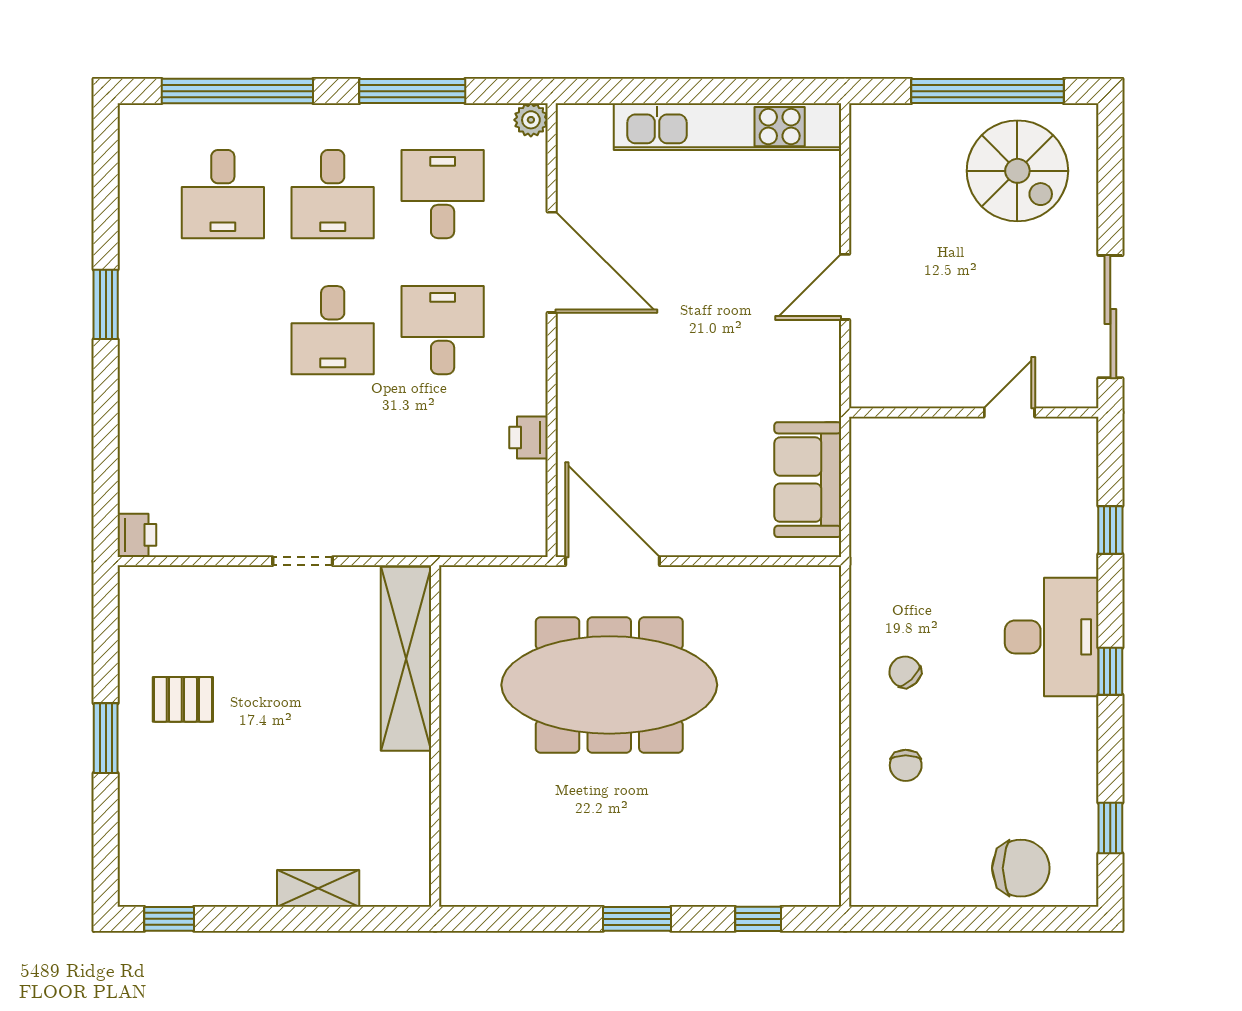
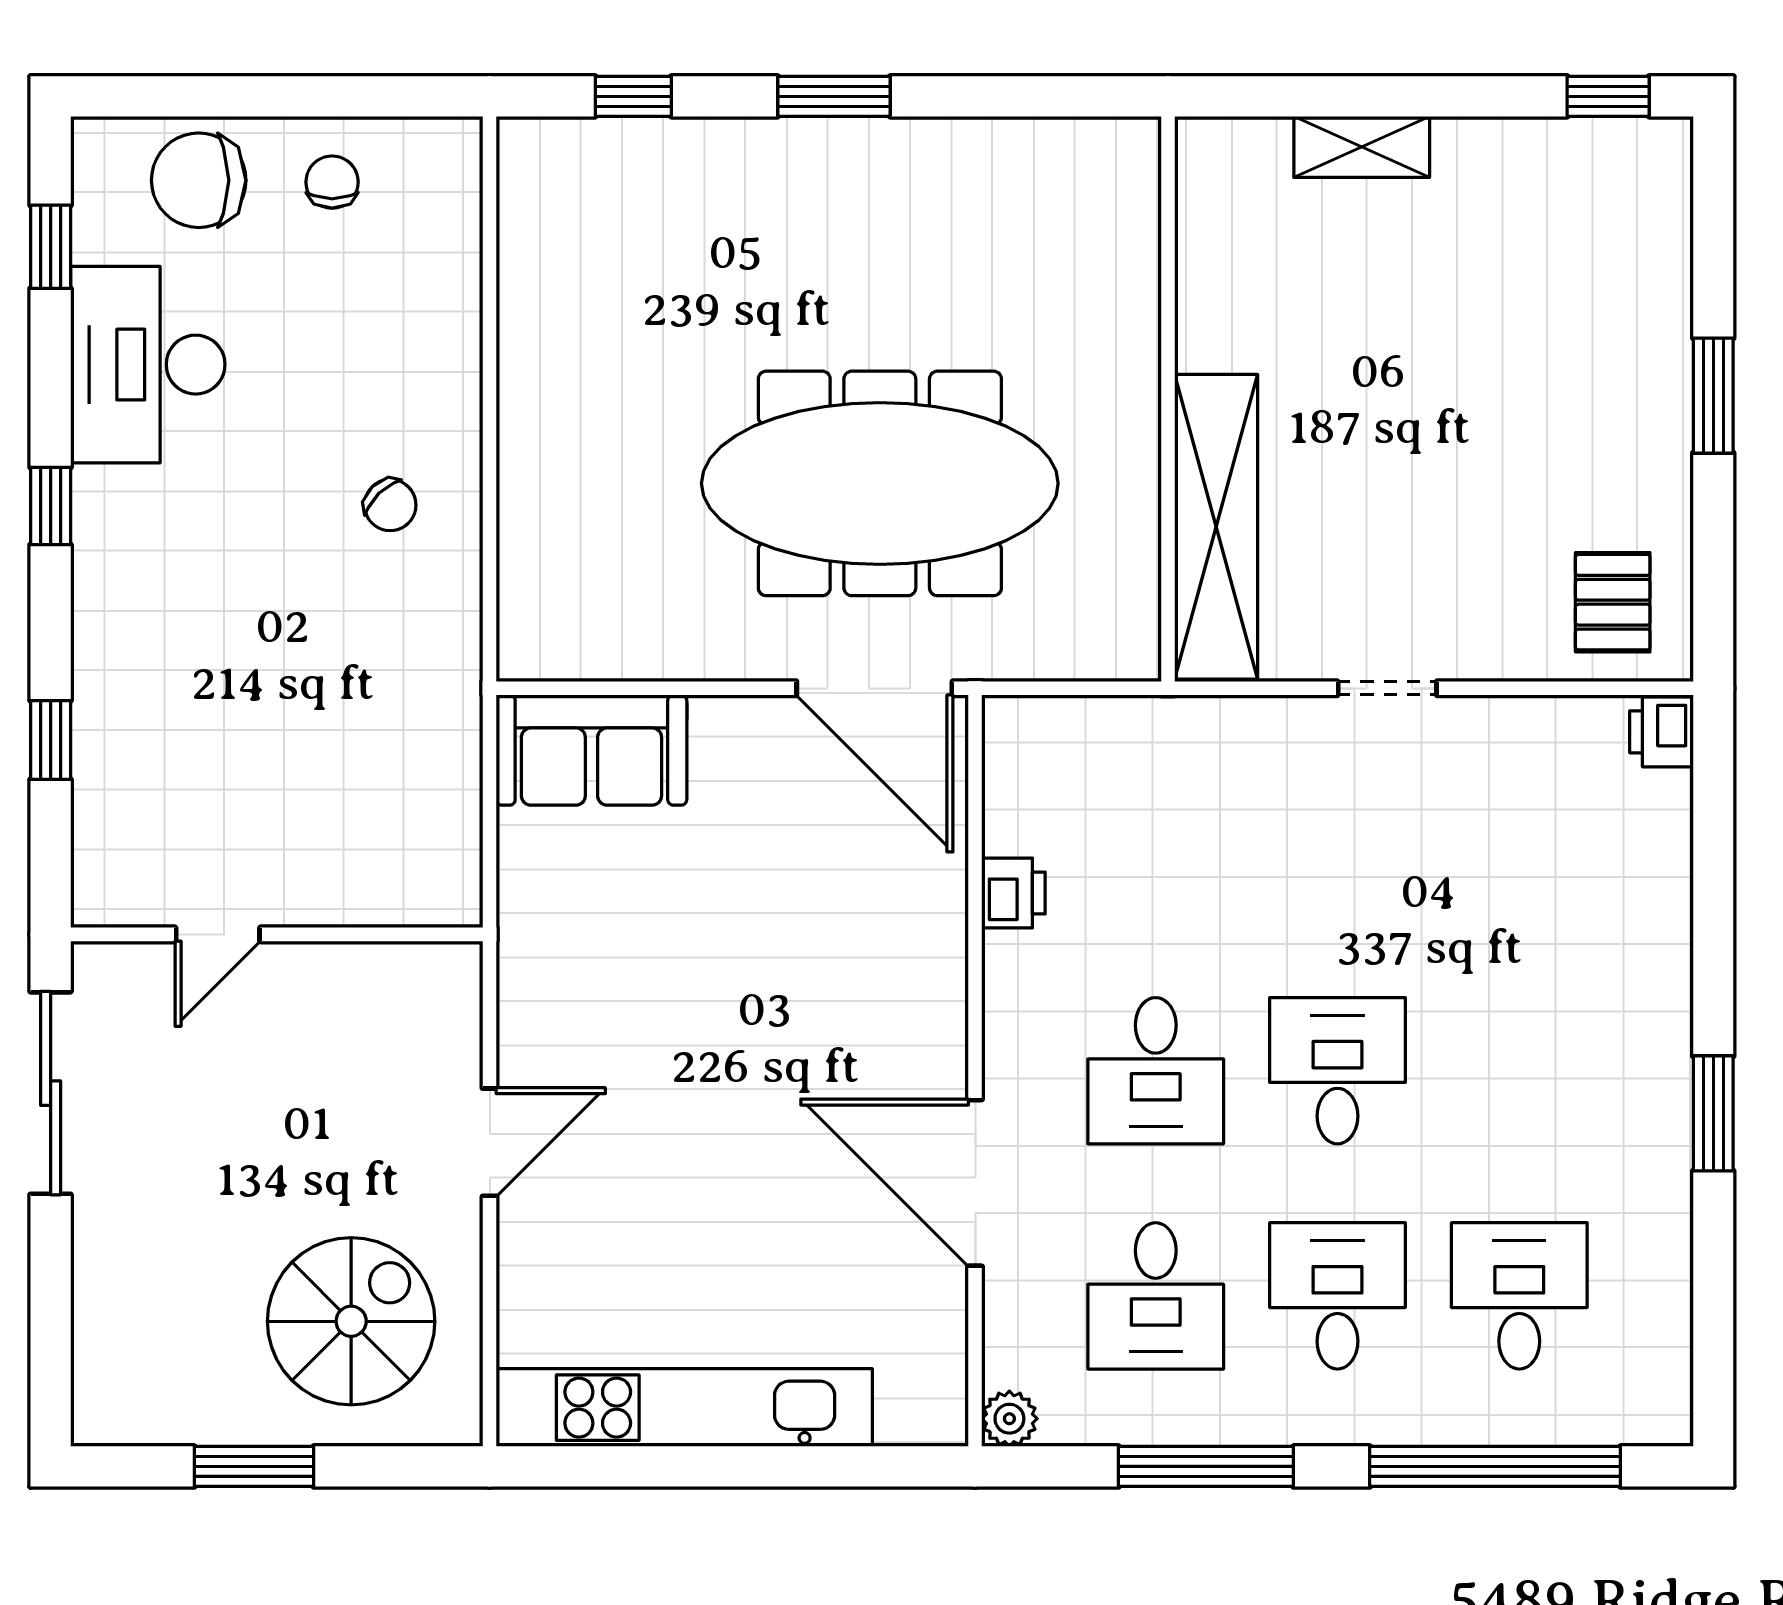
window: (987, 91) -> (254, 1466), width x0.47
spiral stairs: (1017, 171) -> (351, 1321), moved, turned 90
sofa: (808, 480) -> (591, 750), moved, turned 90
desk: (1052, 637) -> (148, 365), moved
pallet: (183, 699) -> (1613, 602), moved, turned 90
chair: (906, 765) -> (332, 182), moved

